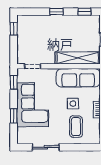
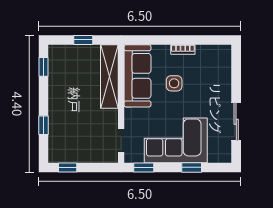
window: (56, 12) -> (43, 125), moved
coffee table: (76, 127) -> (207, 79), removed

